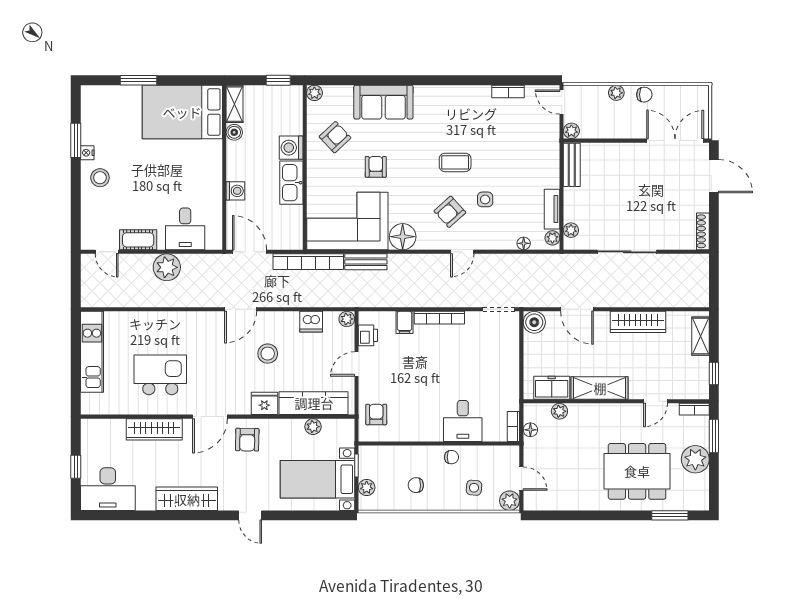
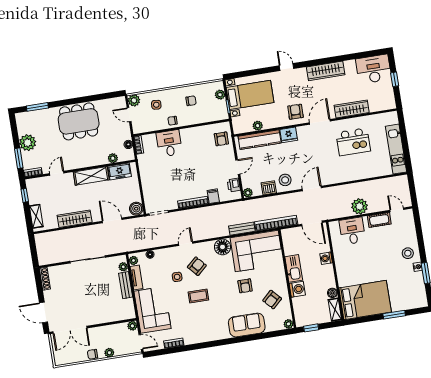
corner sofa: (534, 152) -> (153, 310), added
bench: (572, 165) -> (126, 285), moved
stool: (268, 354) -> (285, 180), moved
dining table: (637, 471) -> (79, 121), moved

